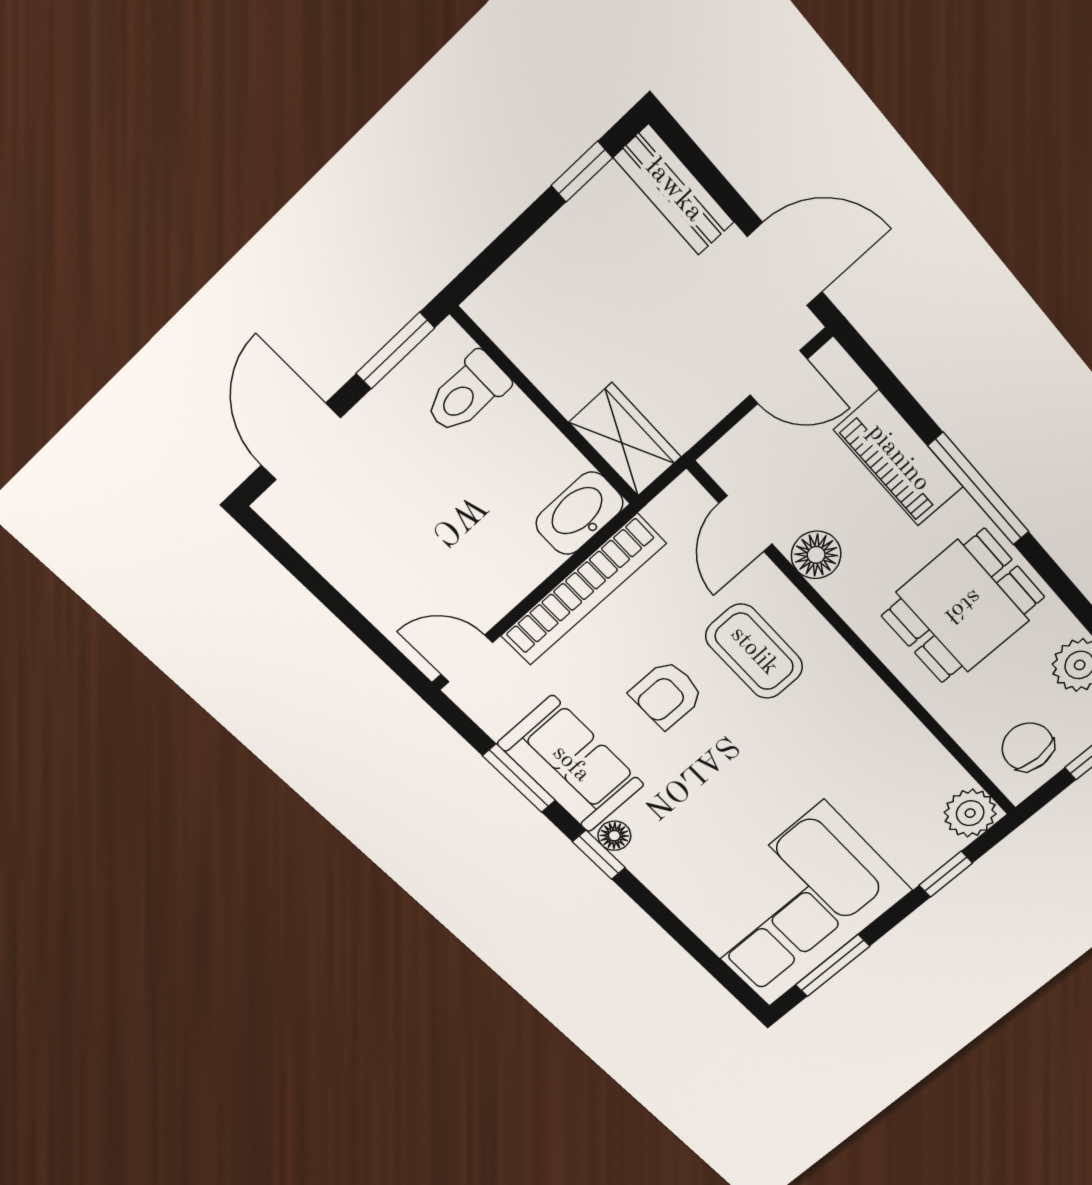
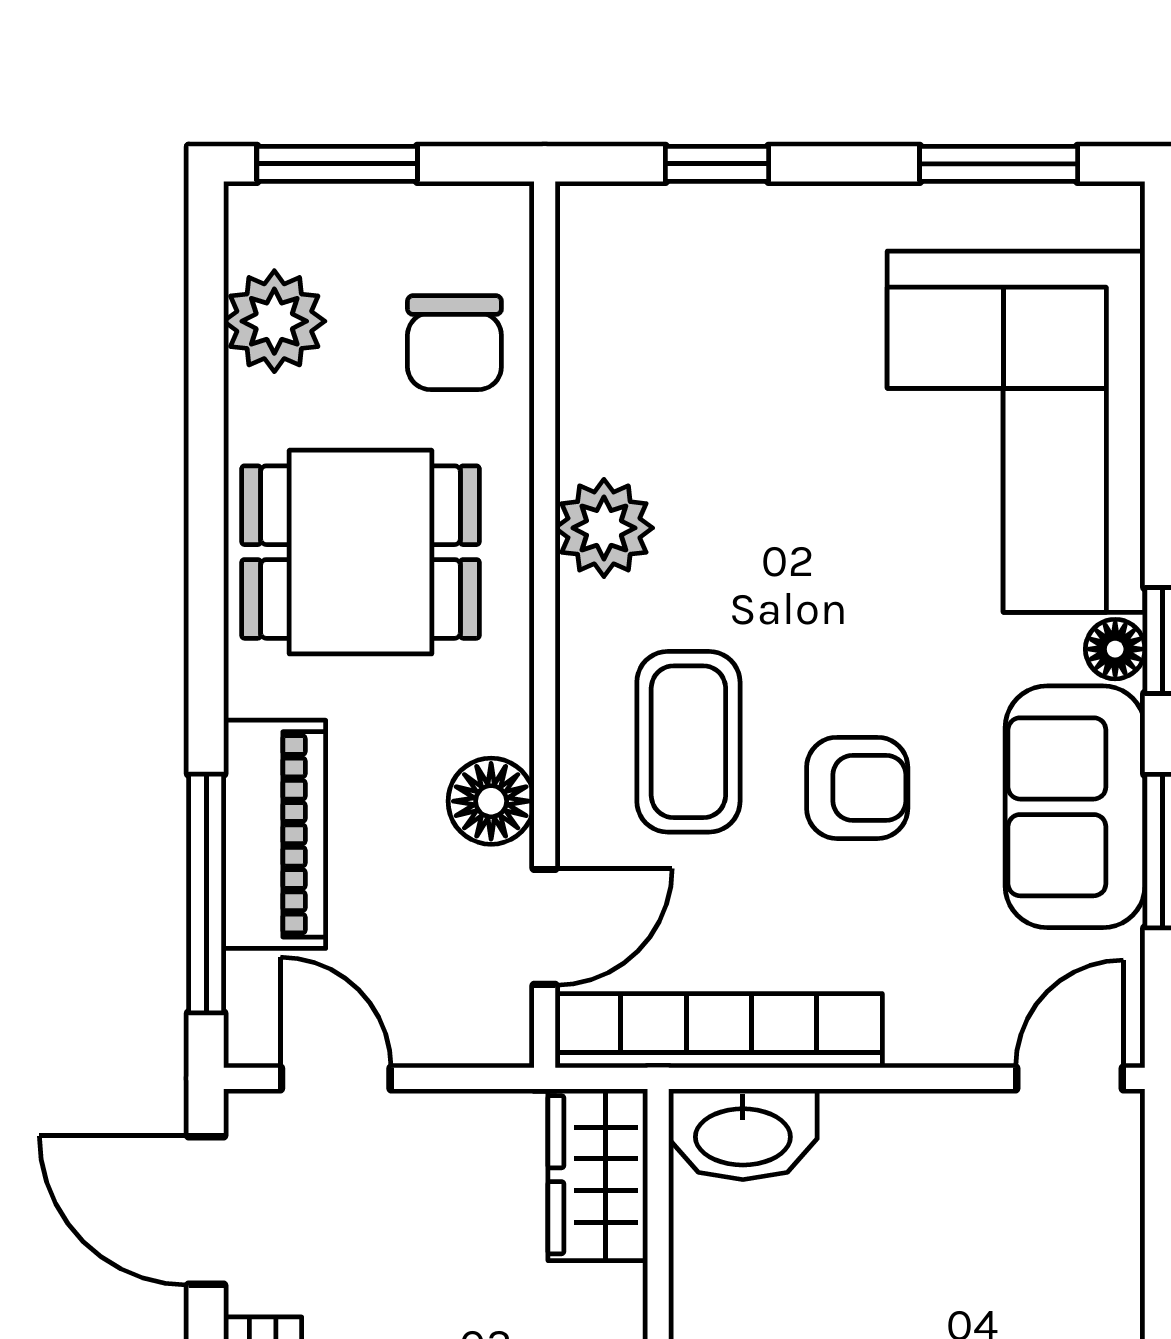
window: (979, 489) -> (206, 893), moved
bookcase: (583, 590) -> (719, 1031), moved
door: (467, 658) -> (1069, 1078), swing flipped
chair: (1028, 747) -> (454, 343), moved
plant: (970, 813) -> (604, 528), moved
corner sofa: (796, 905) -> (1016, 432), moved, turned 90

